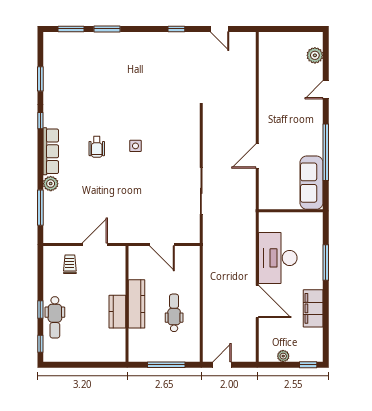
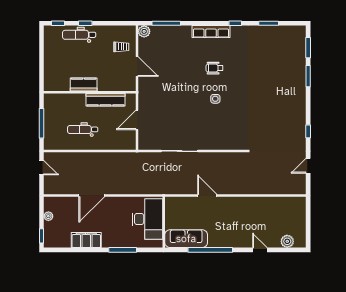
plant: (51, 184) -> (144, 31), moved
desk: (278, 258) -> (147, 219), moved, turned 90
kitchen counter: (137, 304) -> (106, 100), moved
dental chair: (174, 313) -> (83, 129), turned 180

